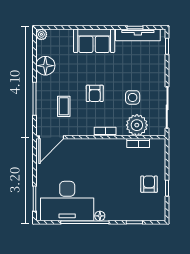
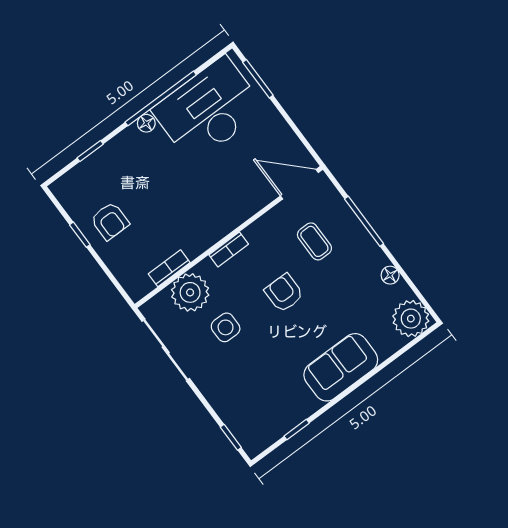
plant: (41, 34) -> (411, 319), width x1.88, depth x1.88
tv unit: (138, 35) -> (284, 422), removed
floor lamp: (45, 66) -> (390, 275), width x0.53, depth x0.53
door: (51, 137) -> (299, 184), hinge flipped

